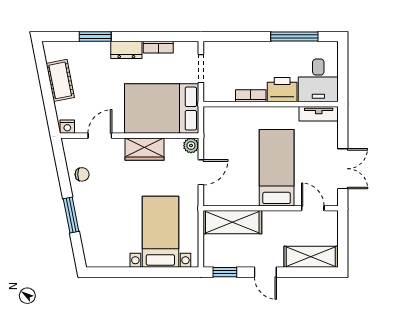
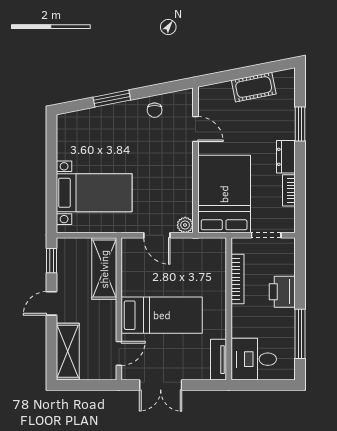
printer: (282, 90) -> (282, 292), moved, turned 180
bookcase: (251, 96) -> (237, 279), width x1.56
nightstand: (67, 127) -> (205, 95), removed
wardrobe: (145, 149) -> (181, 176), removed

